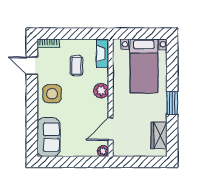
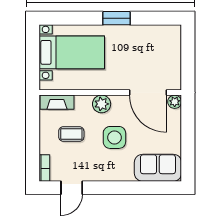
side table: (52, 94) -> (114, 137), moved
door: (111, 129) -> (148, 93), width x1.36
wardrobe: (159, 135) -> (156, 34), removed

